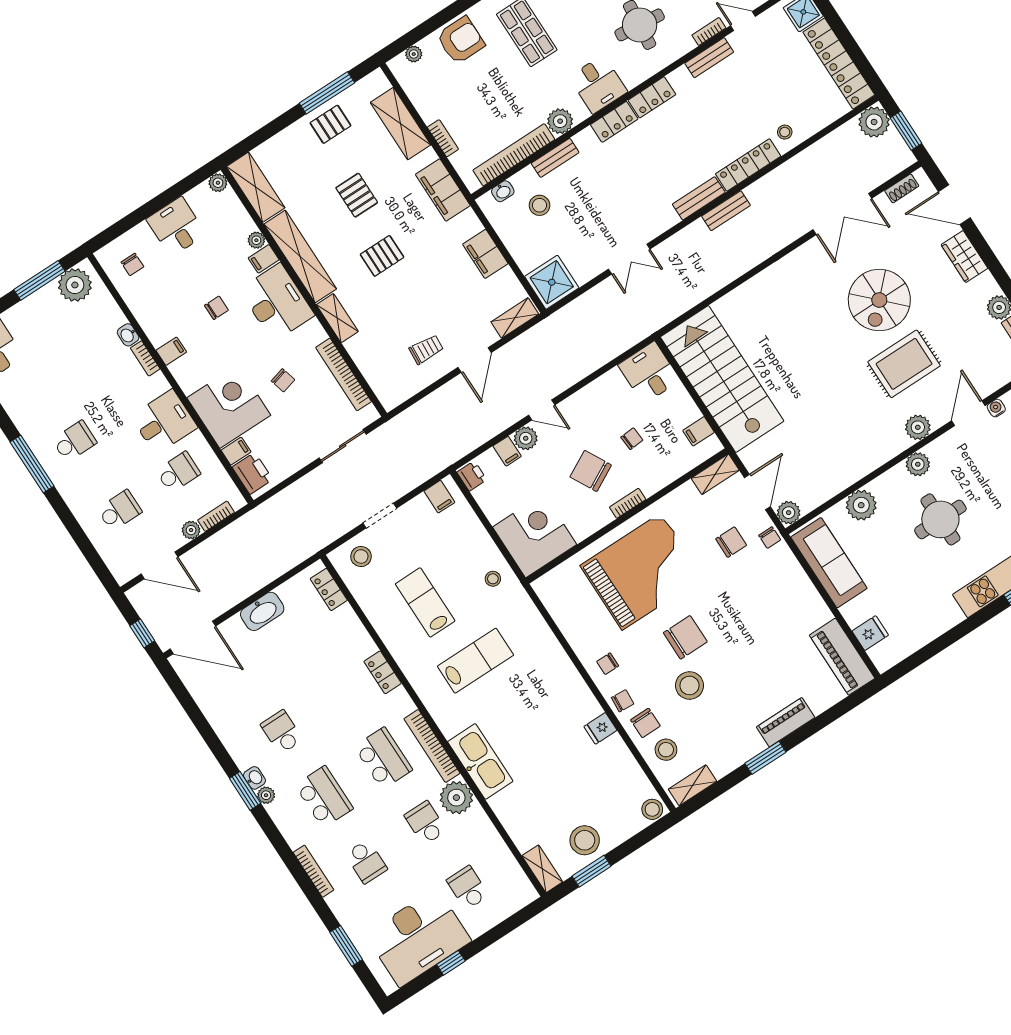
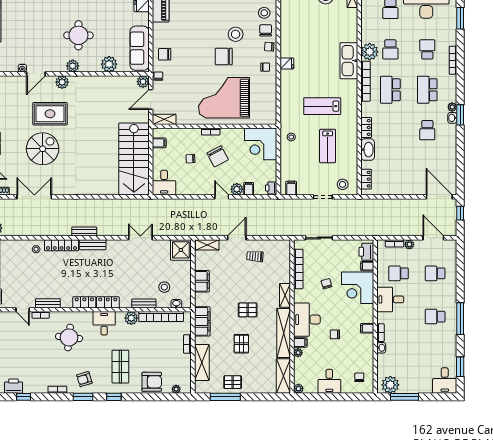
armchair: (461, 40) -> (152, 382), turned 180
chair: (731, 542) -> (165, 54), moved
washbasin: (262, 611) -> (368, 150), moved, turned 90
fridge: (600, 728) -> (287, 63), moved

